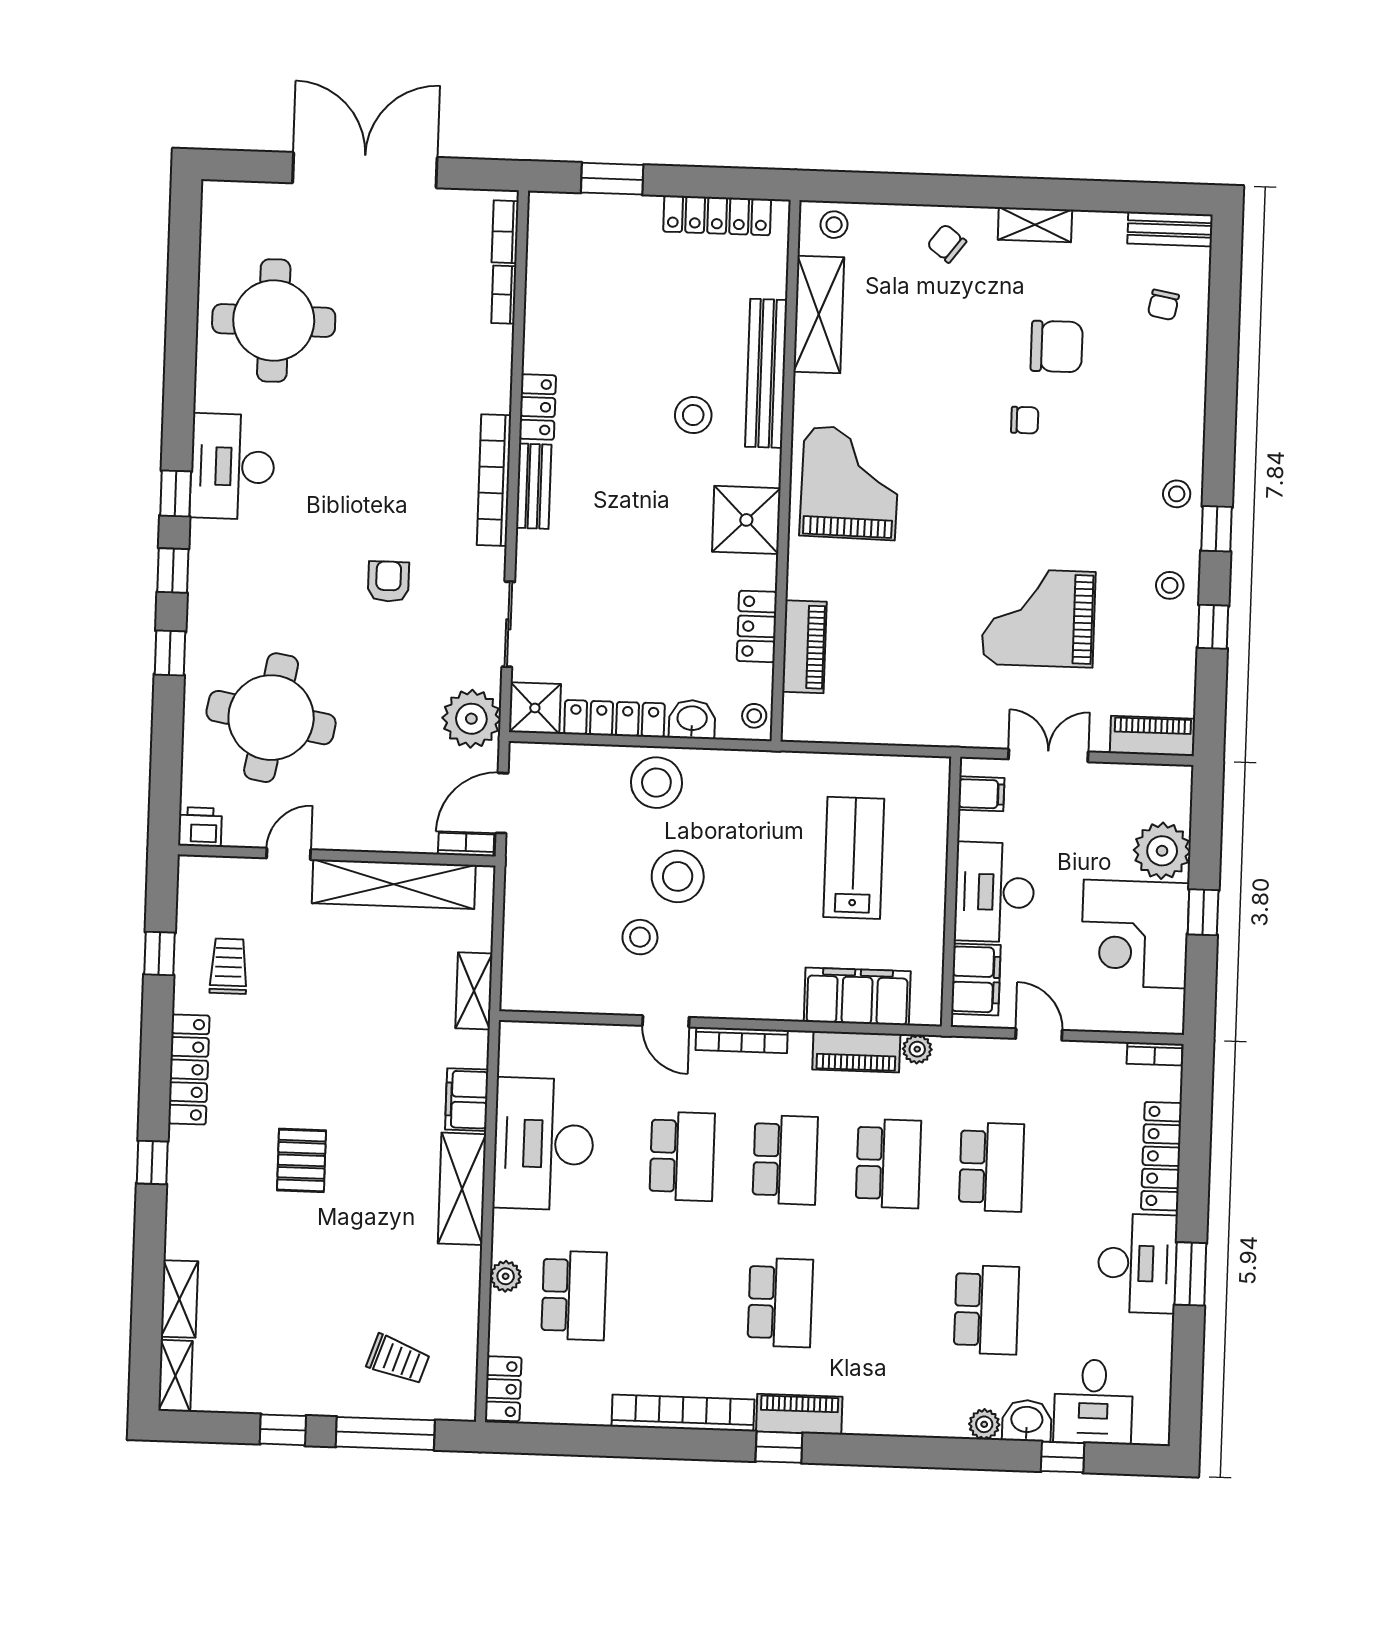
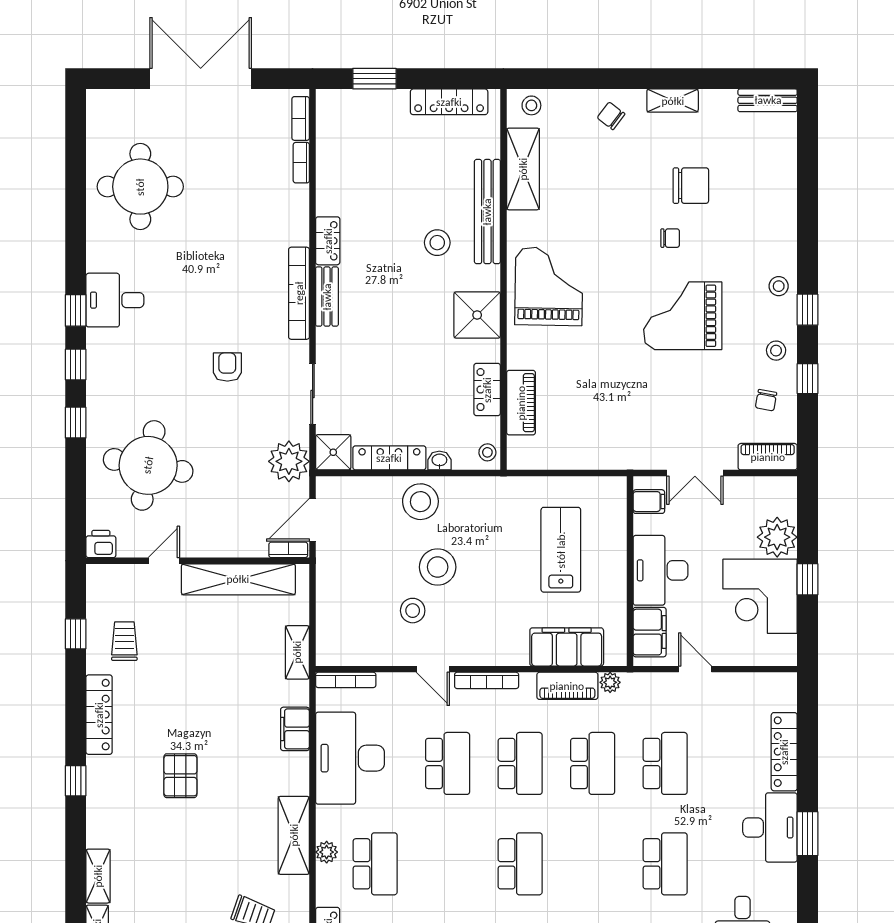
chair: (1163, 305) -> (766, 400), moved
desk: (232, 467) -> (115, 300), width x0.73
grand piano: (1039, 618) -> (683, 316), moved
washbasin: (692, 719) -> (439, 461), width x0.72, depth x0.69
double door: (1048, 755) -> (695, 473), swing flipped
bookcase: (1155, 1054) -> (346, 680), moved, width x1.56
shelving: (462, 1189) -> (294, 835), moved

